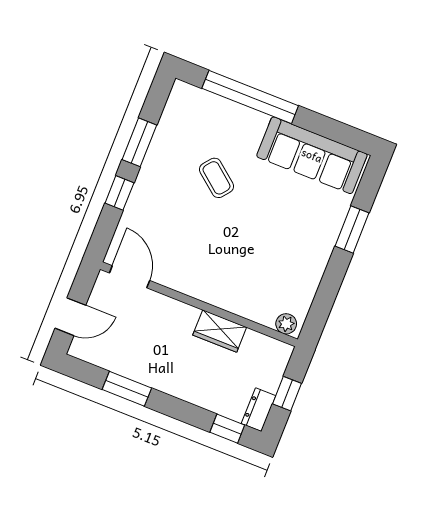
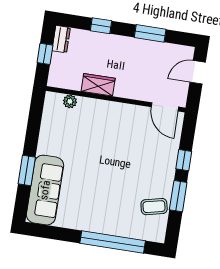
sofa: (312, 155) -> (45, 190), moved, turned 90
coffee table: (217, 178) -> (154, 207), moved, turned -52
plant: (286, 324) -> (70, 101), moved
window: (227, 429) -> (101, 26), moved

